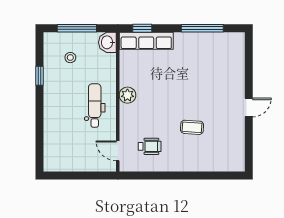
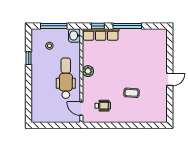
window: (202, 28) -> (127, 26), moved
dental chair: (95, 106) -> (66, 78), width x1.36, depth x1.38

